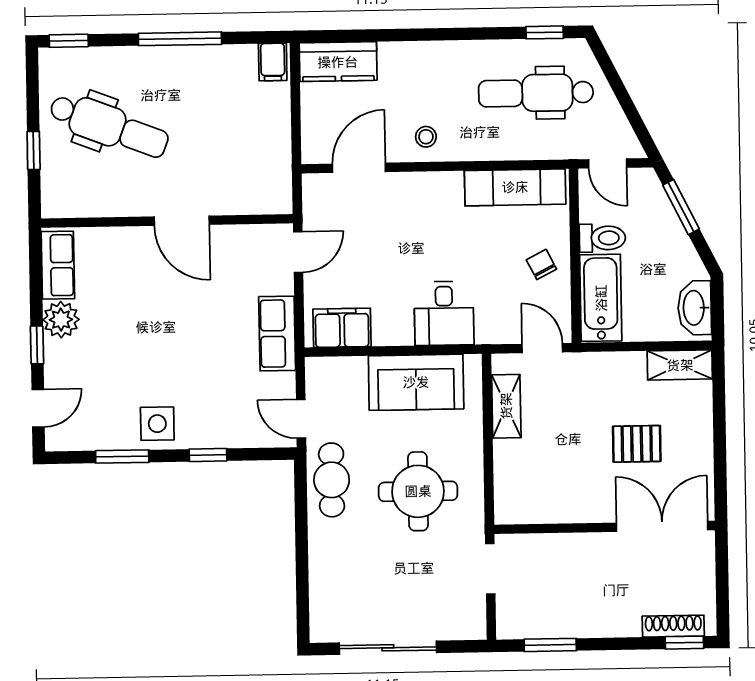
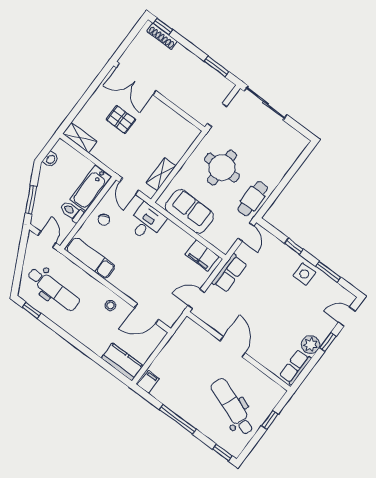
washbasin: (695, 308) -> (51, 159), width x0.52, depth x0.69
desk: (444, 313) -> (146, 222), moved
sliding door: (388, 648) -> (265, 103), moved

